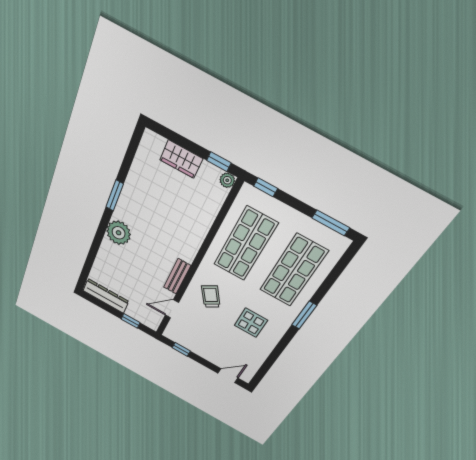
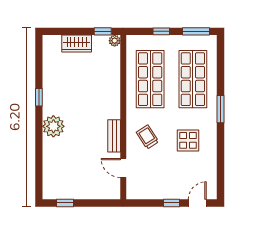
window: (266, 187) -> (161, 31), moved
window: (115, 195) -> (39, 97), width x0.67
dresser: (106, 296) -> (64, 192), removed
door: (172, 309) -> (123, 168), hinge flipped
window: (130, 321) -> (65, 203), moved
window: (181, 349) -> (172, 203), moved

